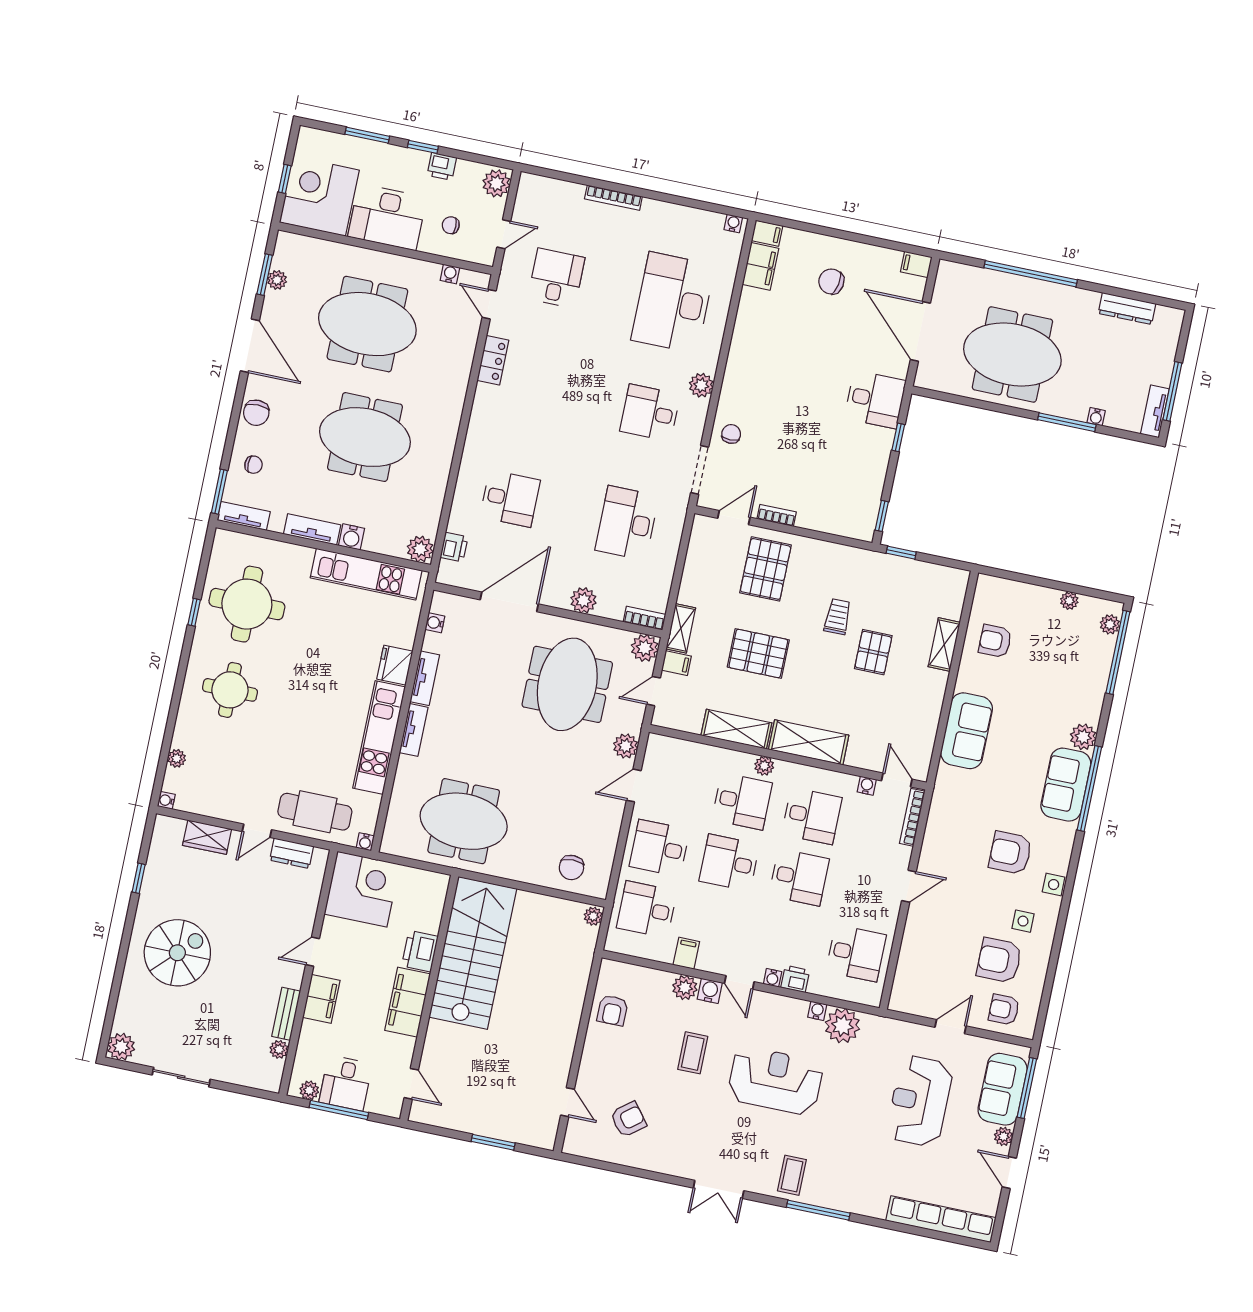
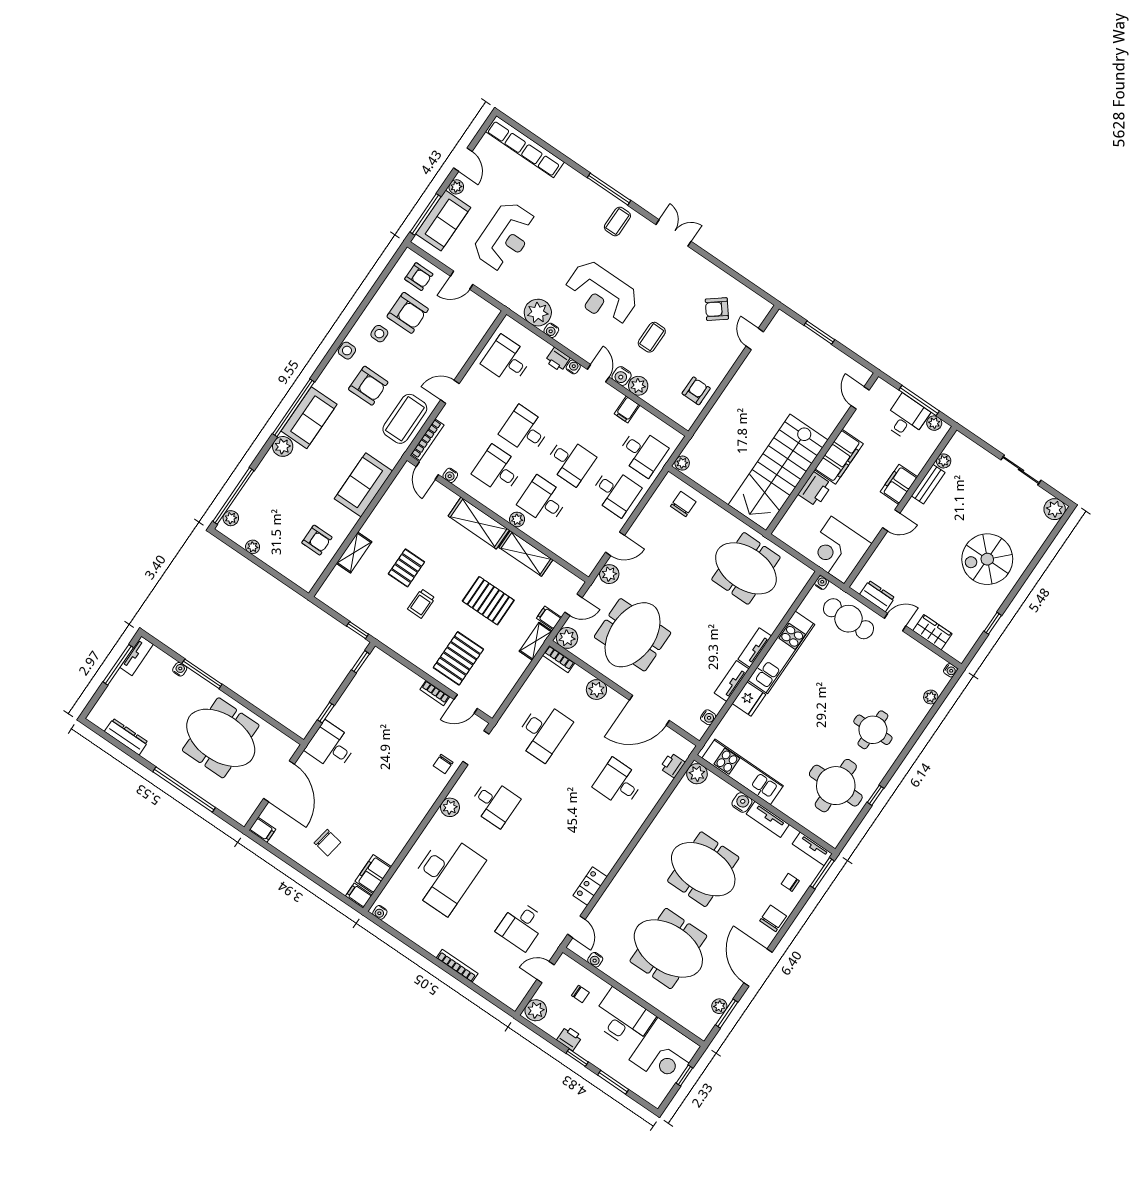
coffee table: (950, 831) -> (405, 419), added

